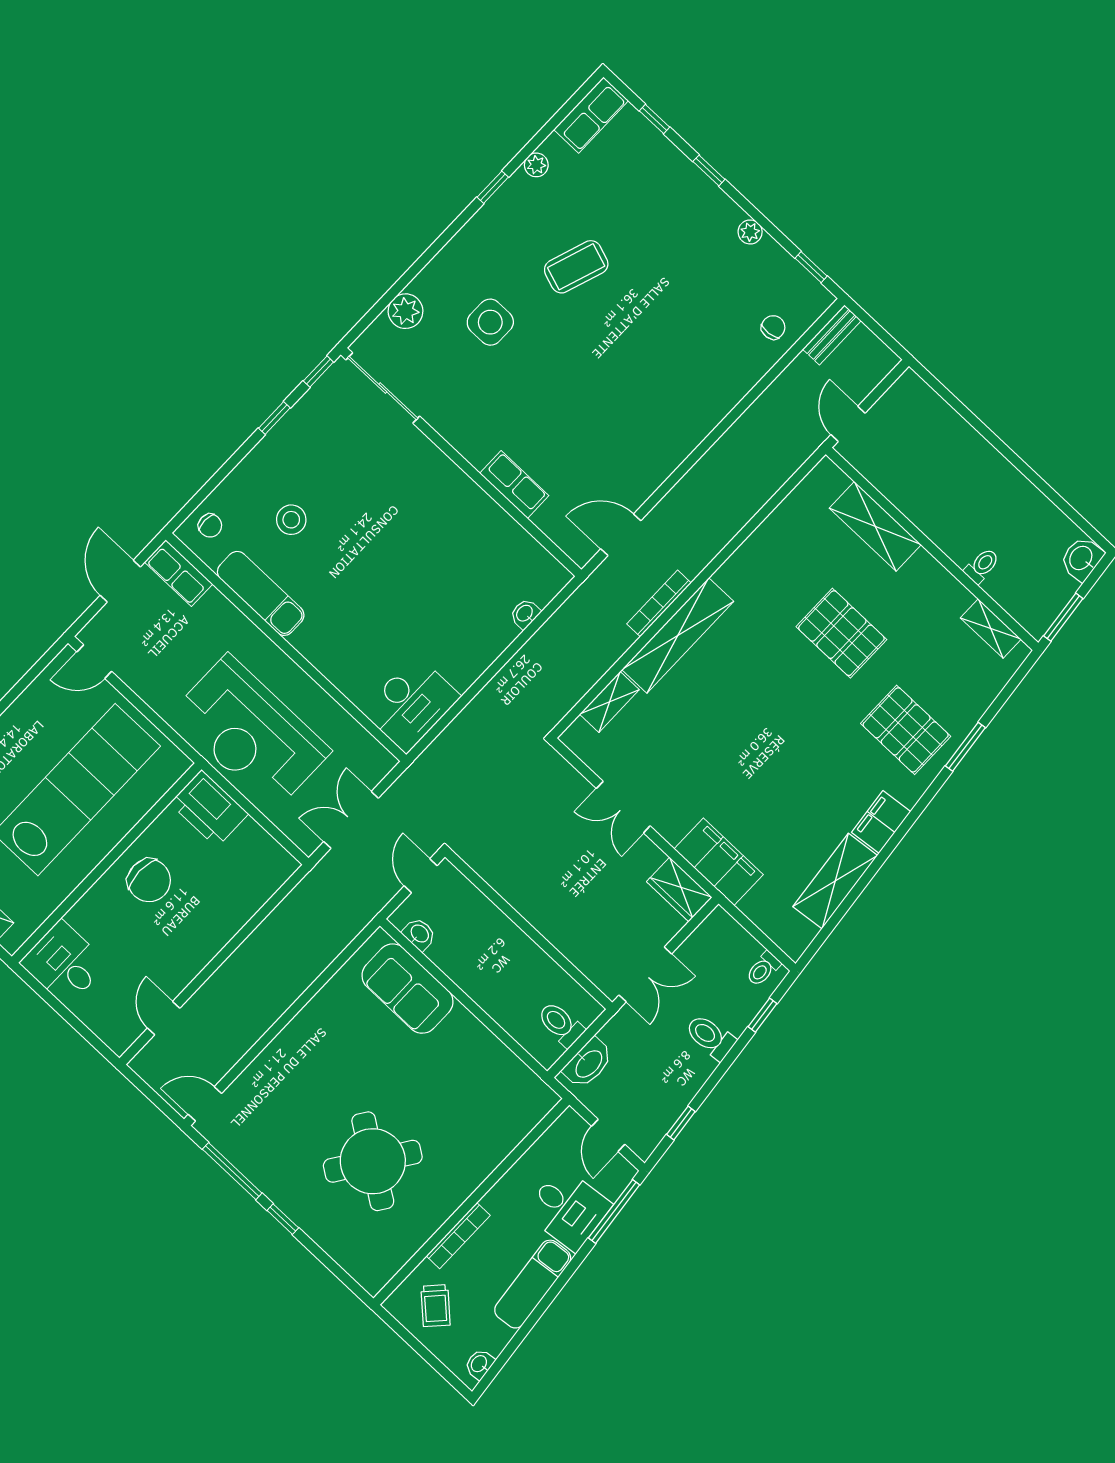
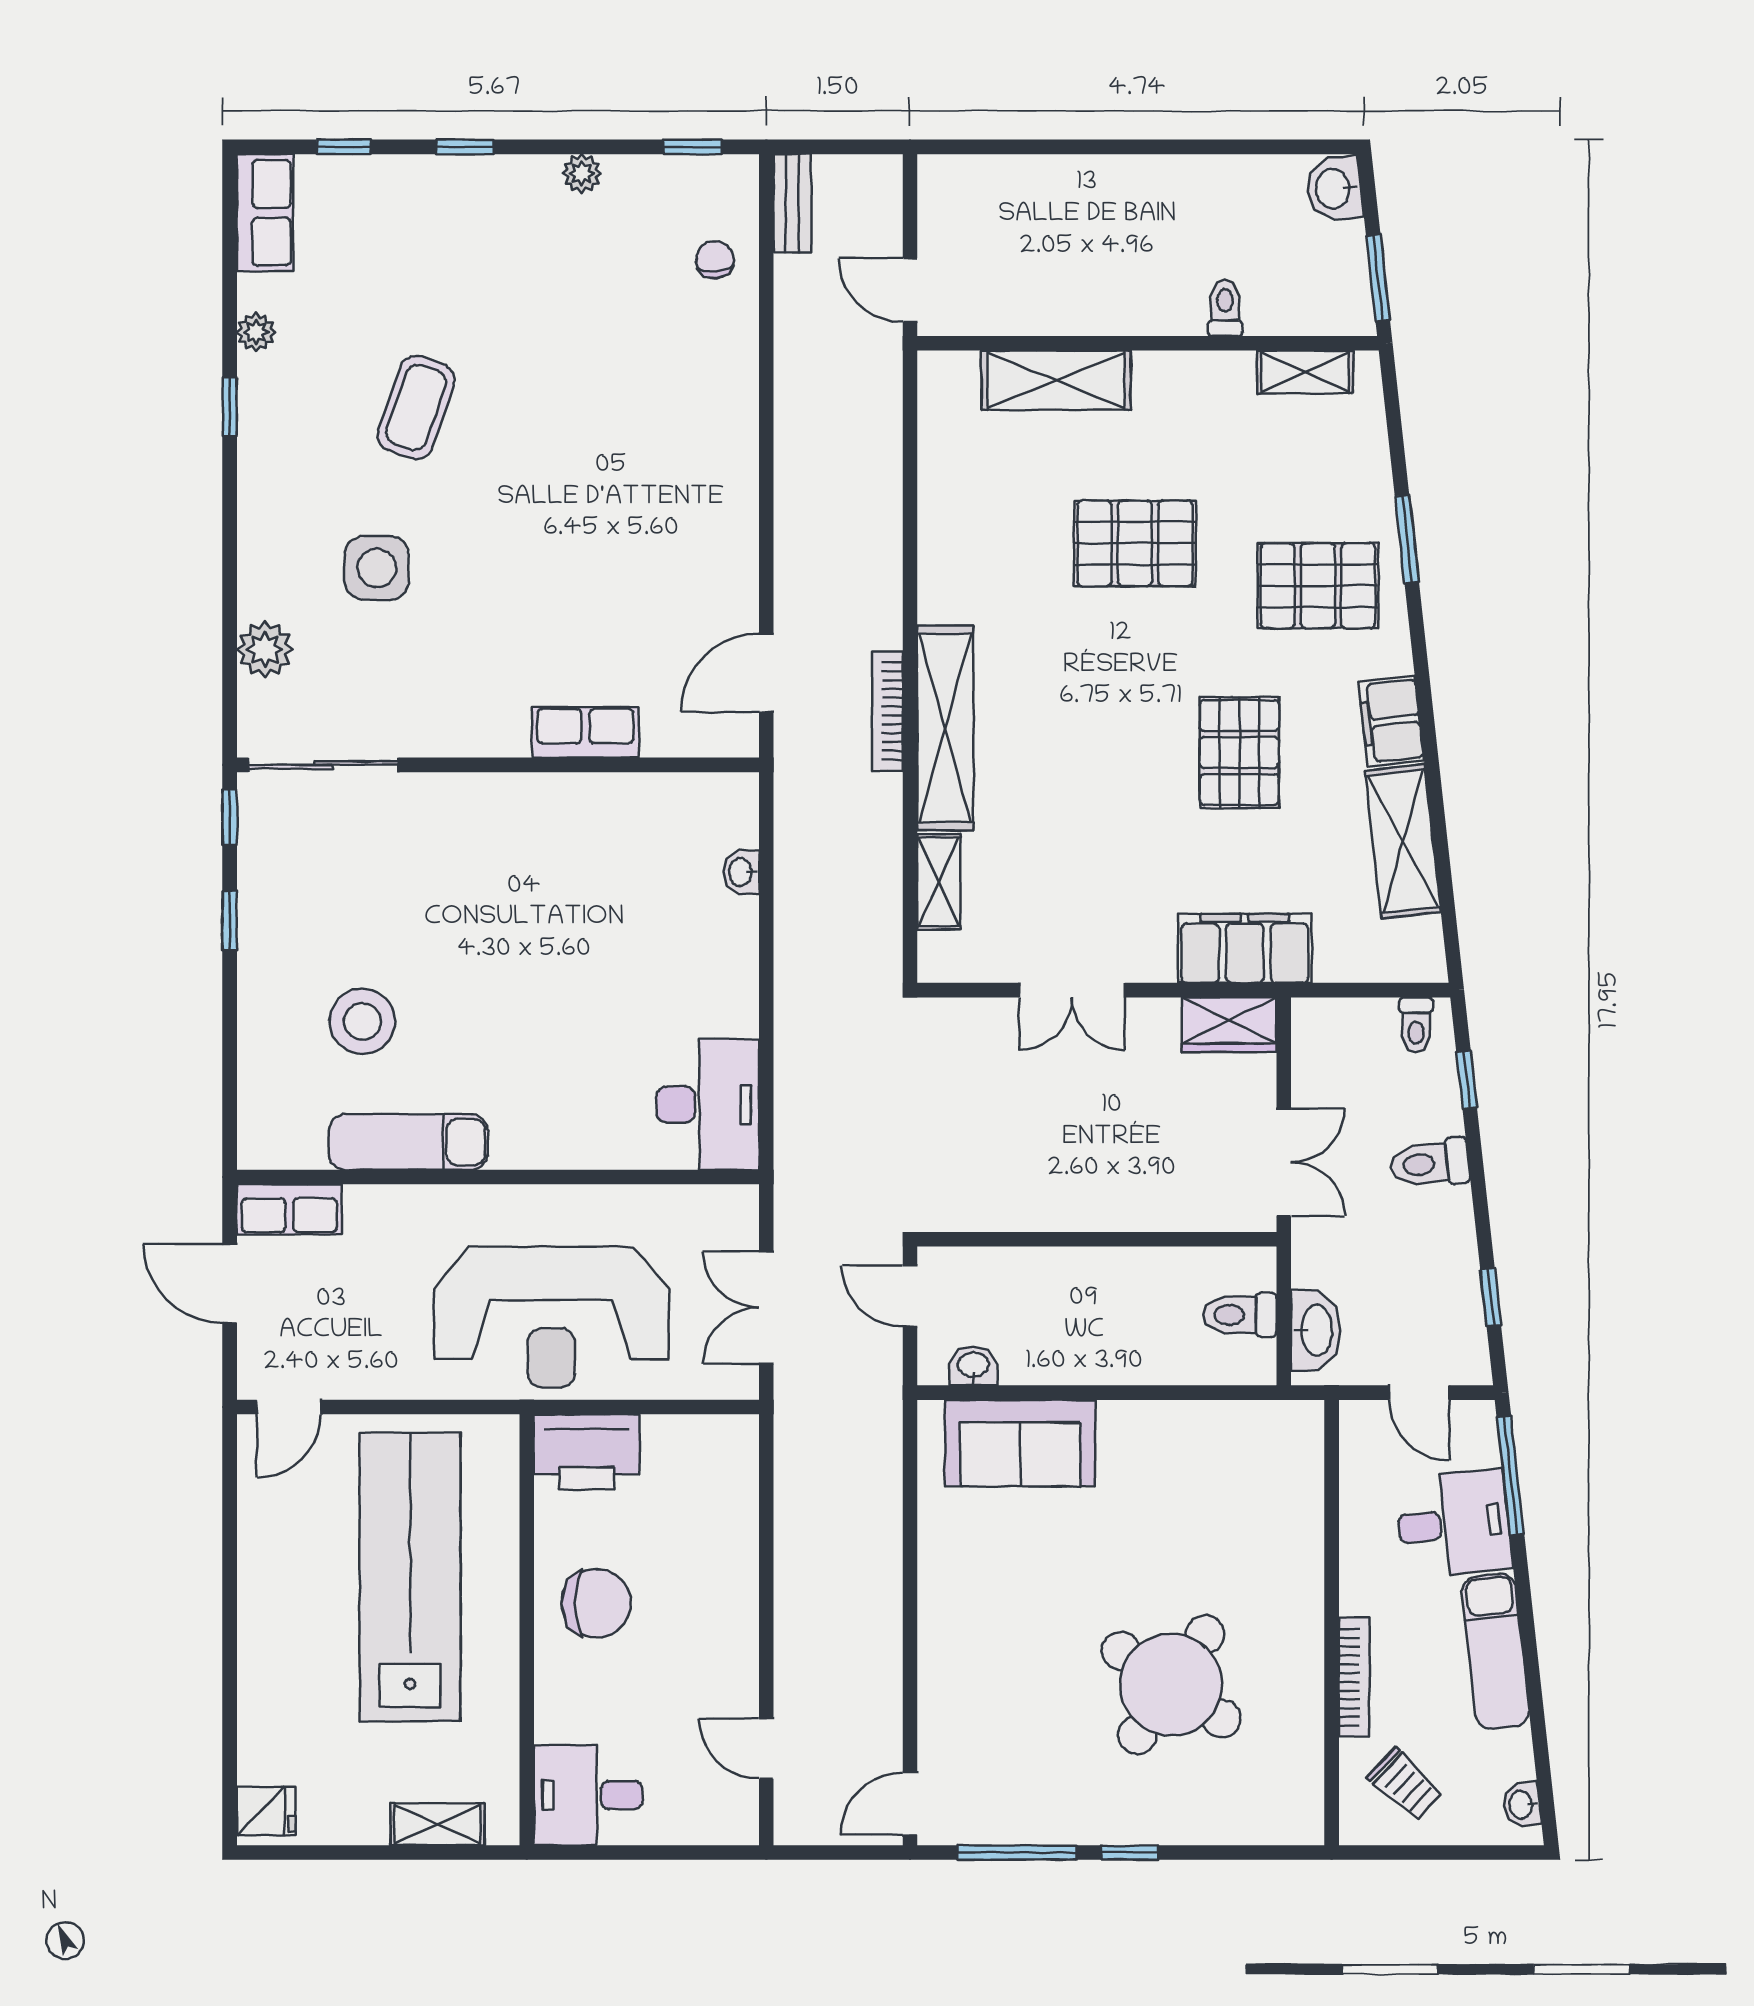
stool: (291, 520) -> (362, 1021), width x1.38, depth x1.38
chair: (210, 526) -> (273, 1118), removed
pallet: (799, 771) -> (1239, 753), added

